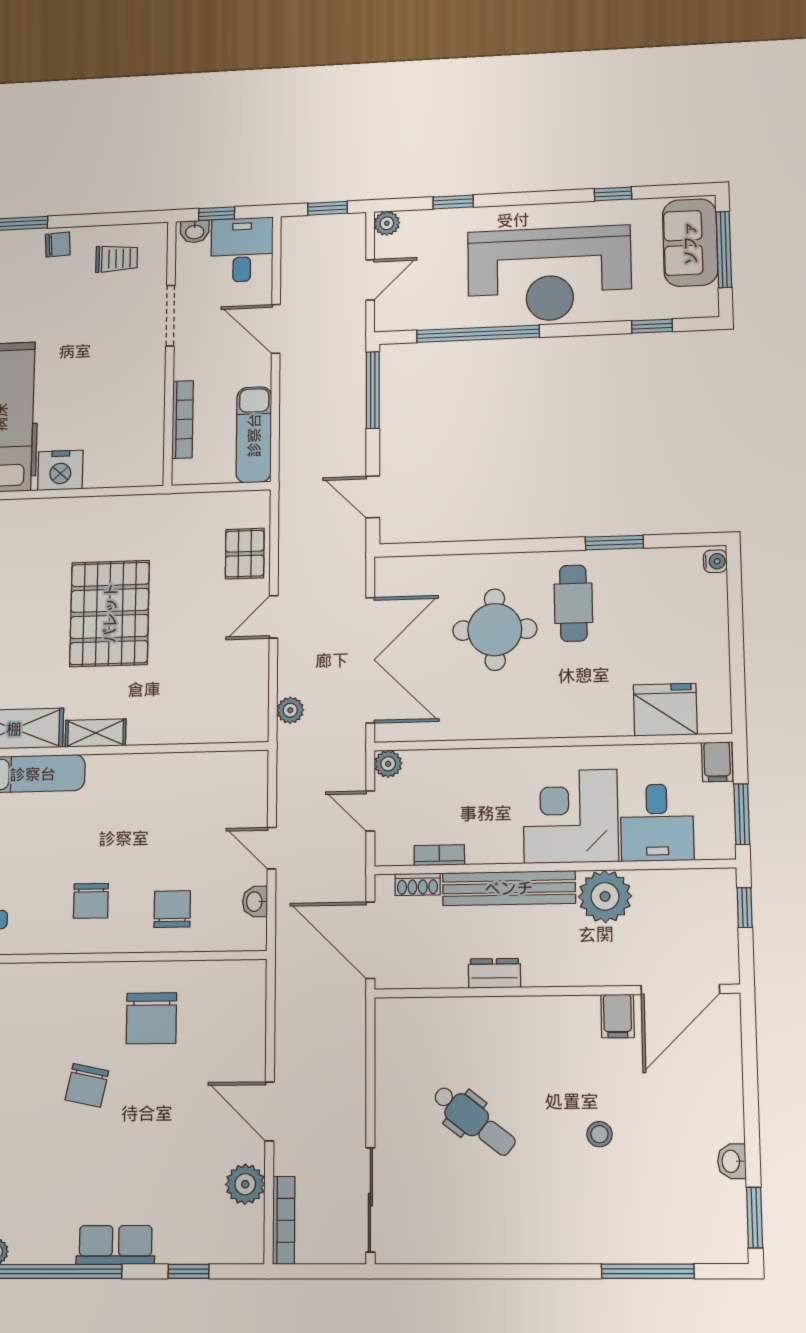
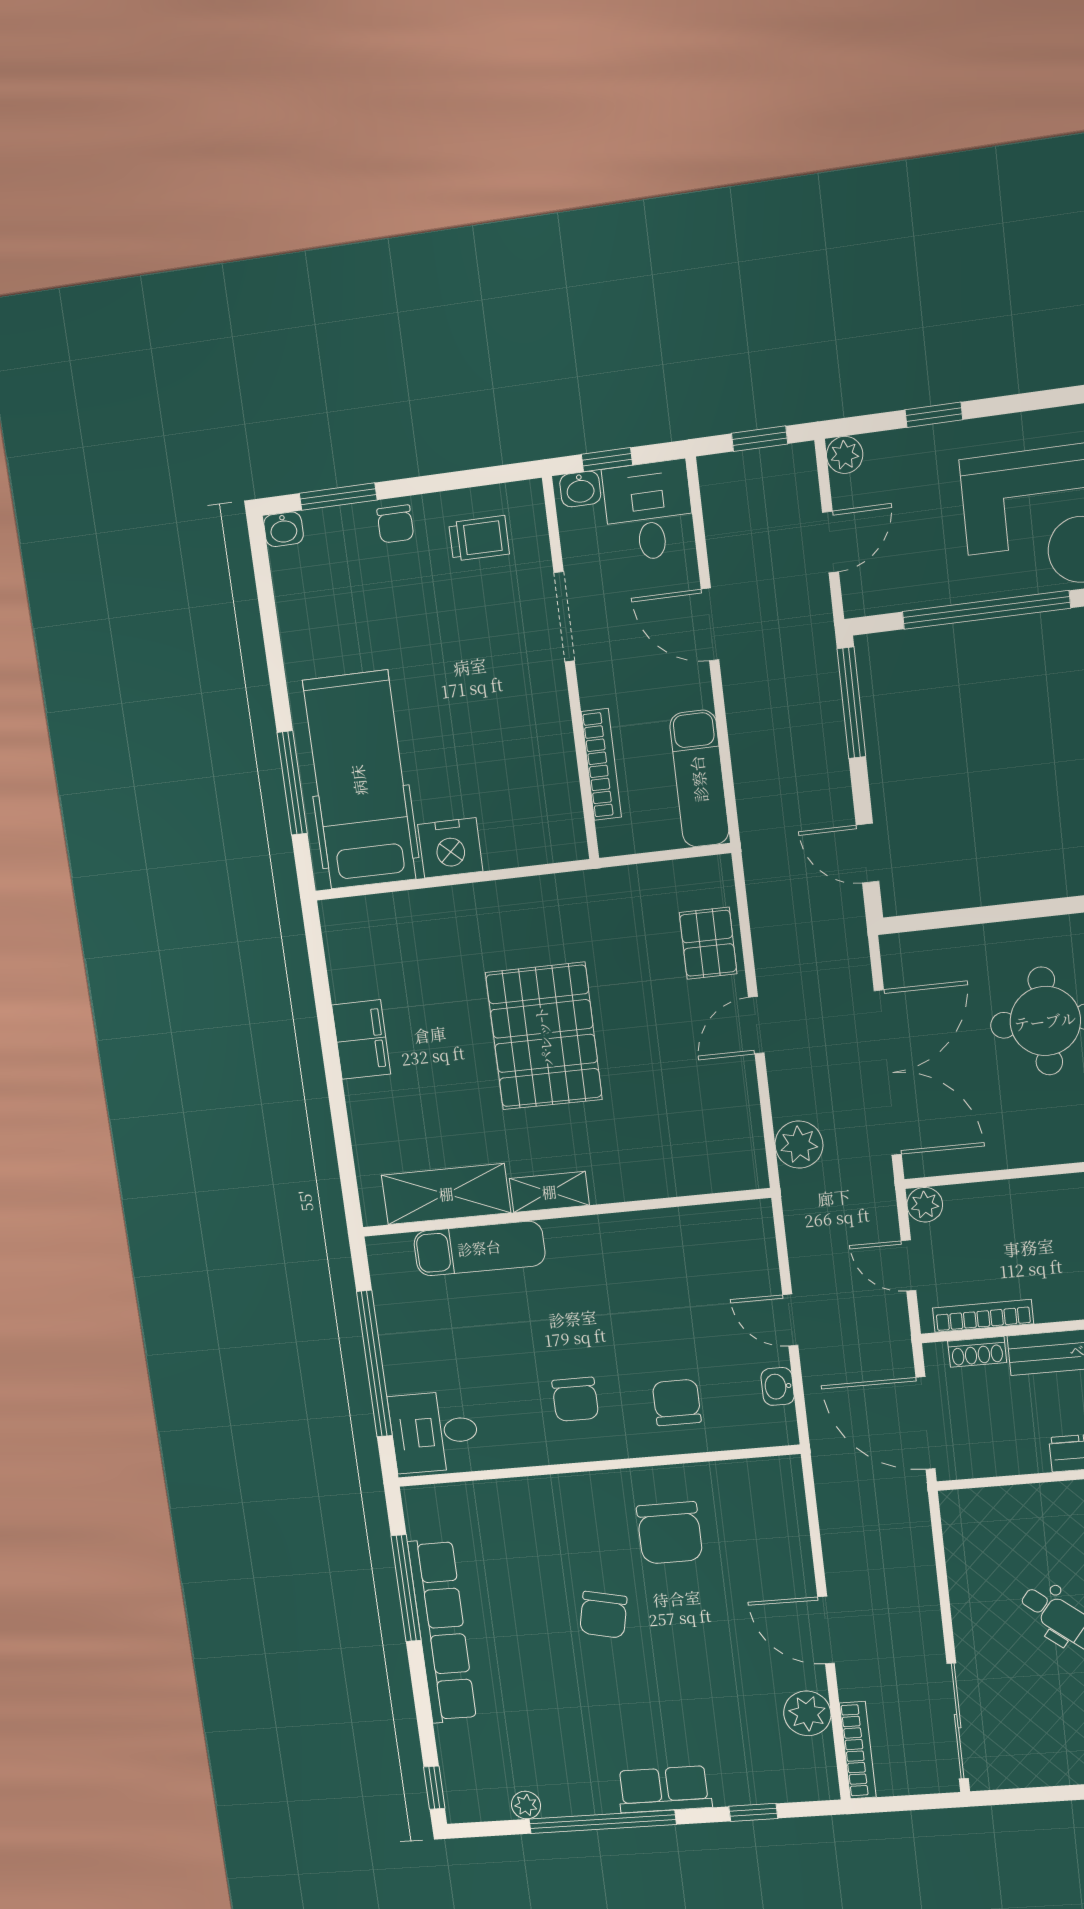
chair: (58, 245) -> (395, 524), turned 93
plant: (290, 710) -> (799, 1145), width x1.38, depth x1.38
bookcase: (439, 855) -> (983, 1316), width x1.56

